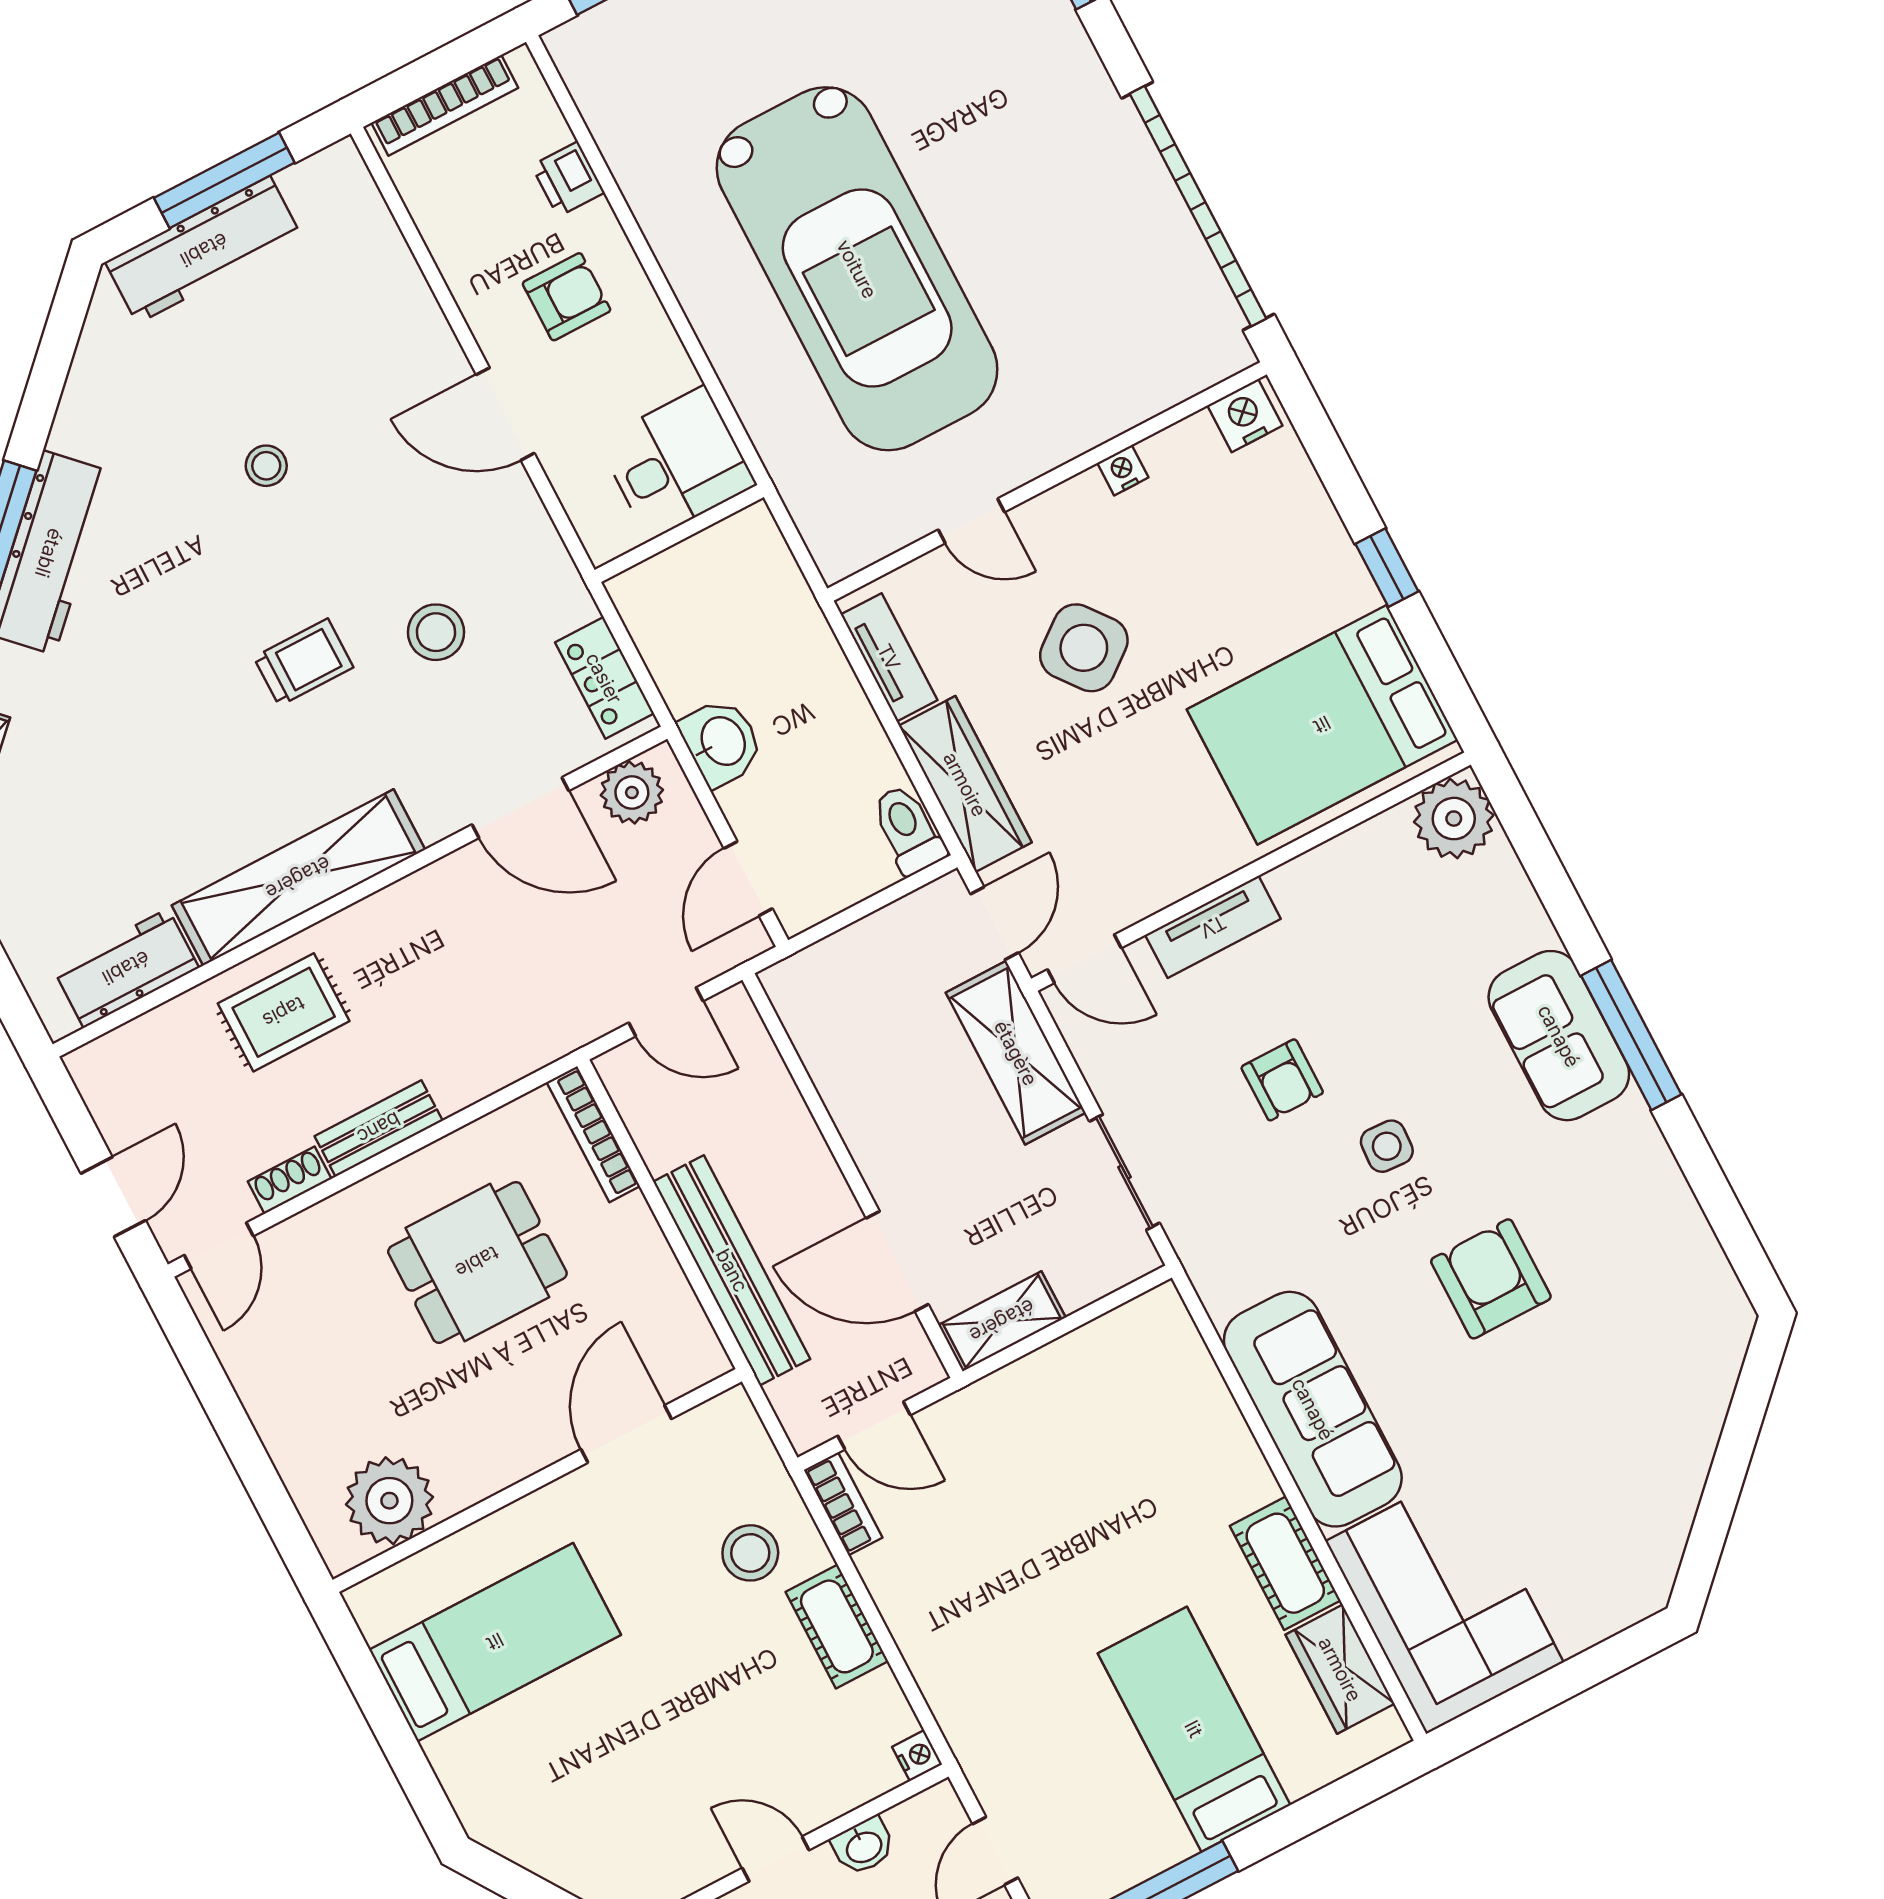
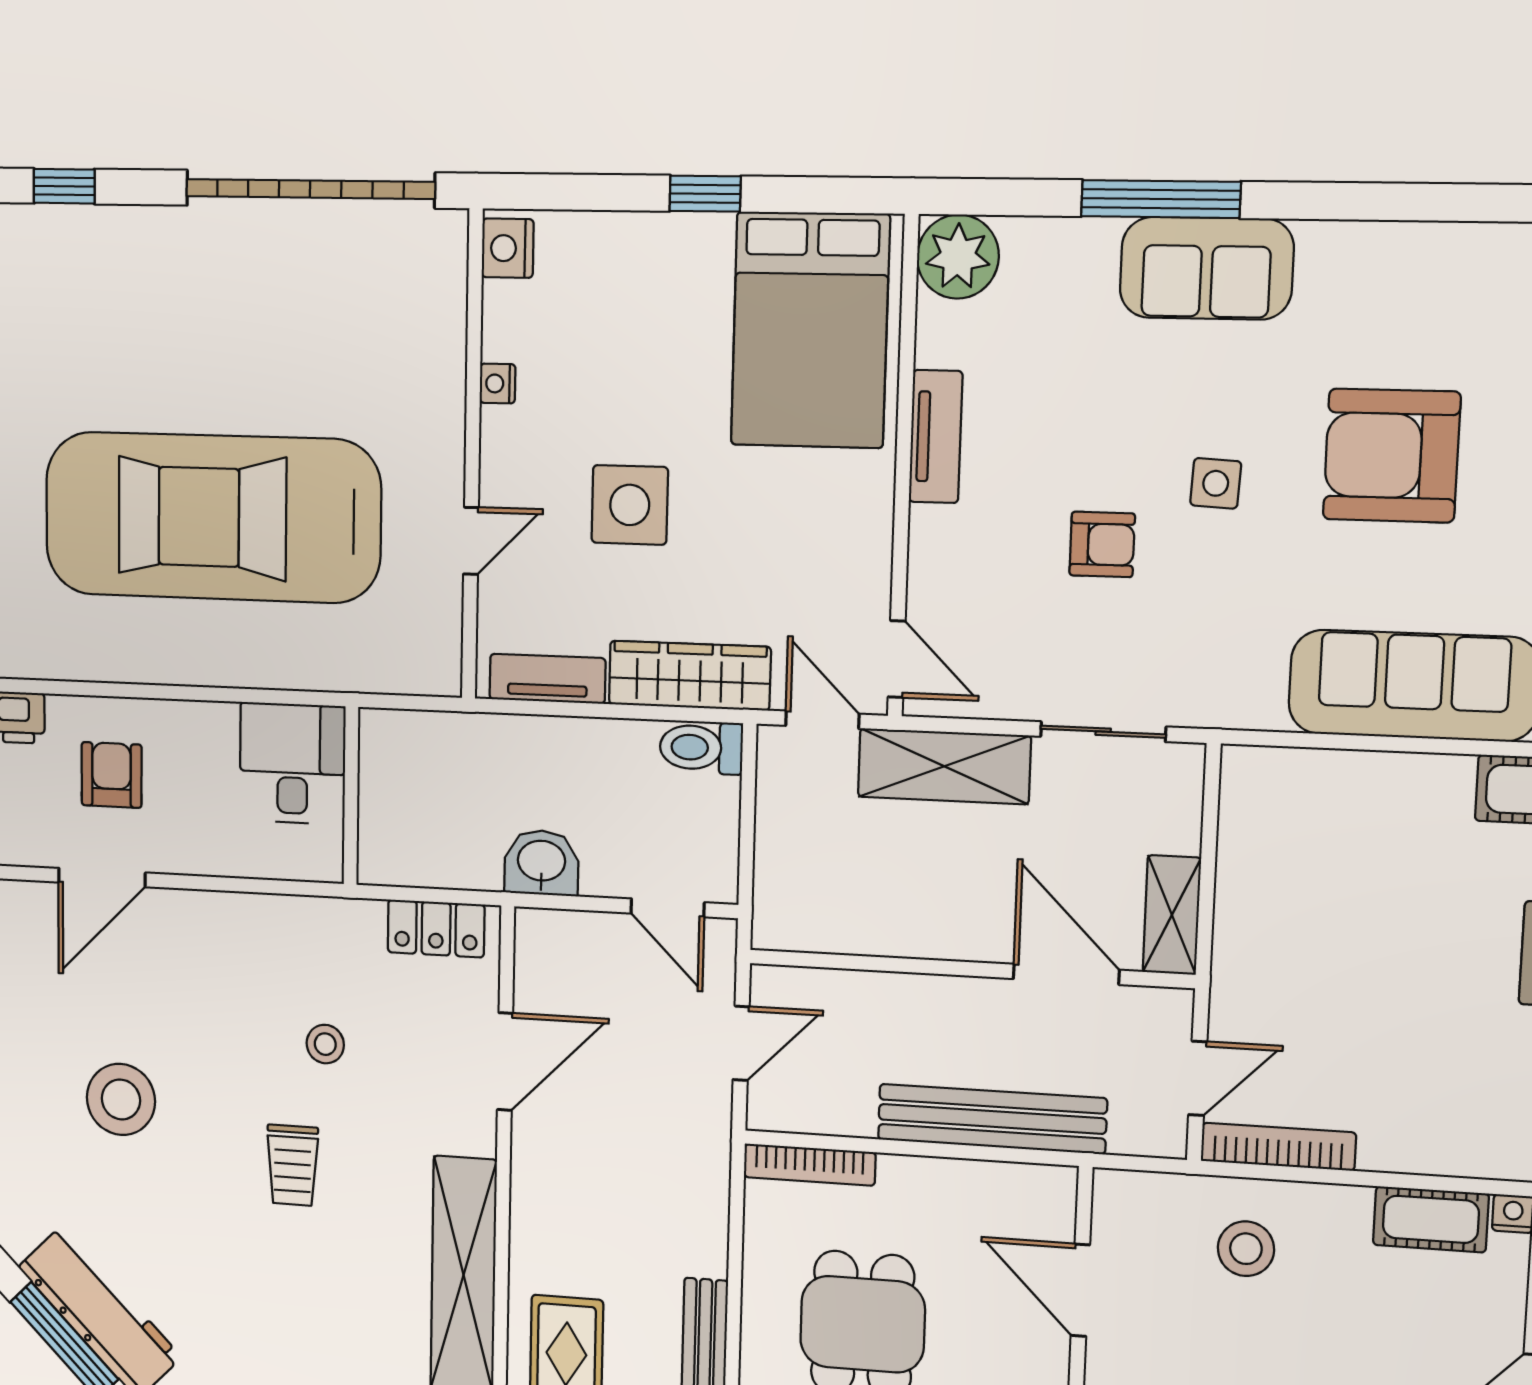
car: (857, 269) -> (212, 517), turned 180
door: (505, 414) -> (102, 878), moved
stool: (266, 466) -> (121, 1099), width x1.89, depth x1.89
stool: (436, 632) -> (325, 1044), width x0.73, depth x0.73
side table: (1084, 648) -> (630, 505), turned 38
trolley: (303, 662) -> (293, 1165), turned 180
plant: (632, 792) -> (543, 962), removed
tv unit: (1213, 927) -> (936, 437), moved
door: (1084, 959) -> (897, 659), hinge flipped
window: (1631, 1035) -> (1161, 199), moved
door: (897, 1261) -> (1066, 974), swing flipped
armchair: (1491, 1279) -> (1392, 456), width x1.36, depth x1.36
bookcase: (843, 1504) -> (1278, 1147), width x1.56
cot: (837, 1626) -> (1431, 1219), moved

